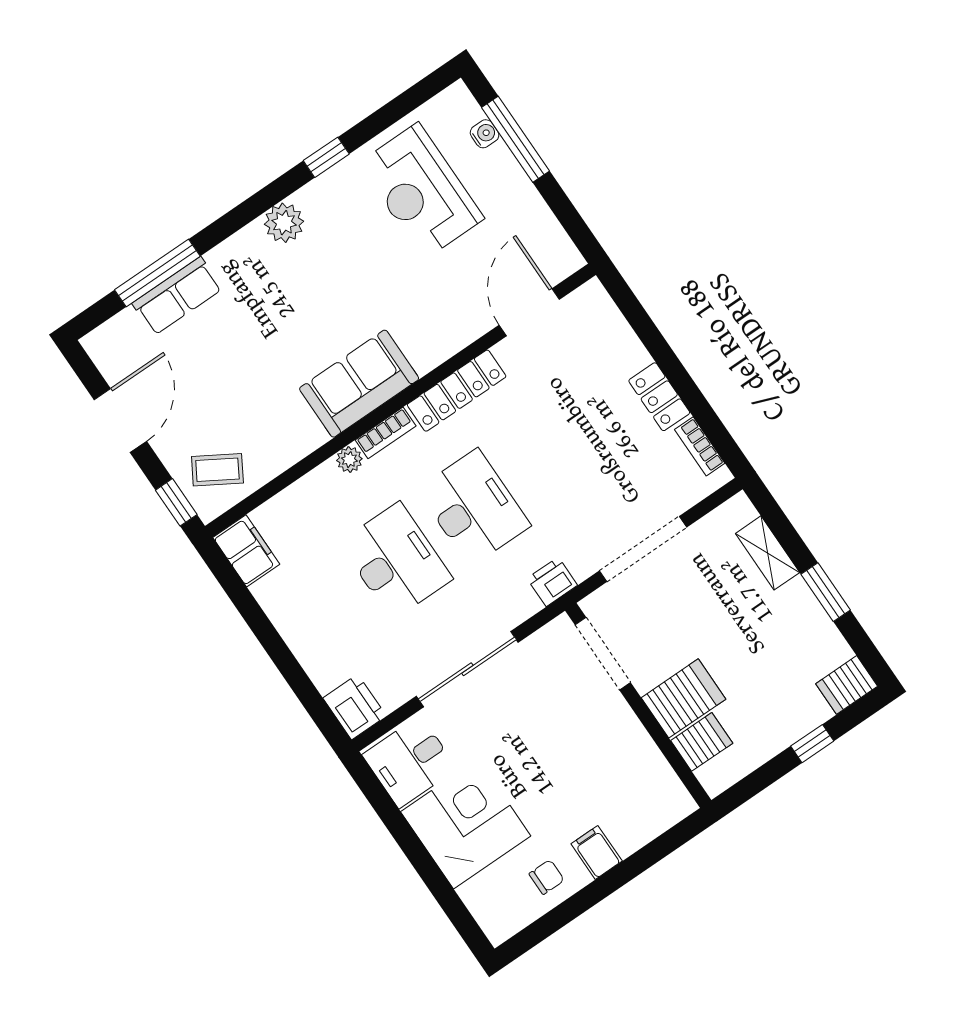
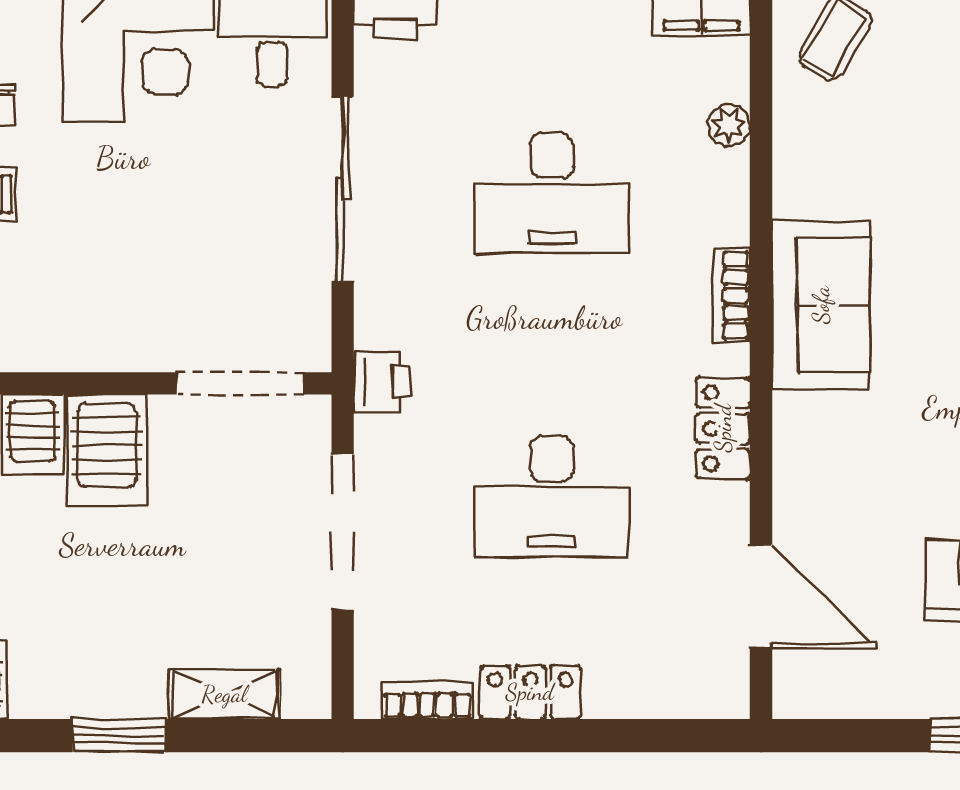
locker: (457, 391) -> (723, 428), width x0.66
plant: (349, 460) -> (729, 125), moved
desk: (474, 508) -> (552, 497), moved

